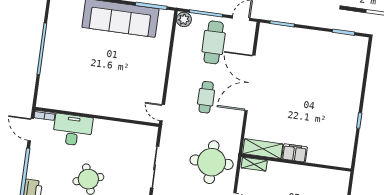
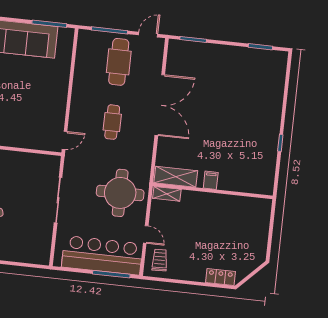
plant: (184, 19) -> (86, 38), removed
double door: (250, 83) -> (160, 105), swing flipped
door: (162, 113) -> (65, 140), swing flipped
filing cabinet: (295, 153) -> (211, 180), width x0.50

